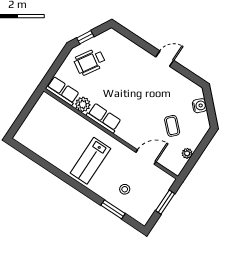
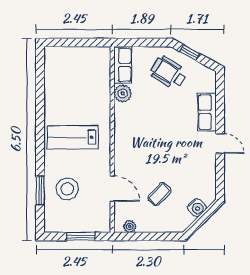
row of seats: (104, 118) -> (207, 112), moved, turned 180
plant: (187, 153) -> (130, 226), moved
stool: (125, 189) -> (67, 189), width x1.89, depth x1.89

